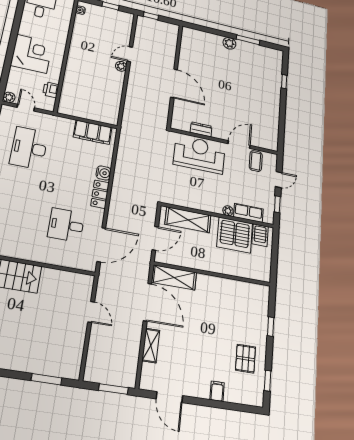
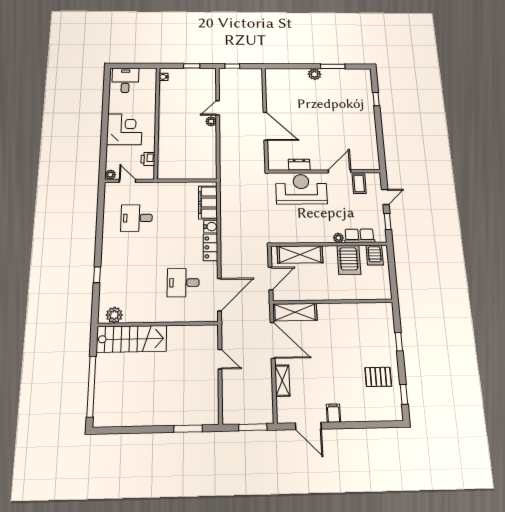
filing cabinet: (93, 132) -> (208, 203), moved, turned 90
desk: (29, 148) -> (137, 218), width x0.73
server rack: (235, 235) -> (349, 260), width x0.62
pallet: (246, 359) -> (378, 377), turned 90
filing cabinet: (217, 391) -> (333, 413), moved

